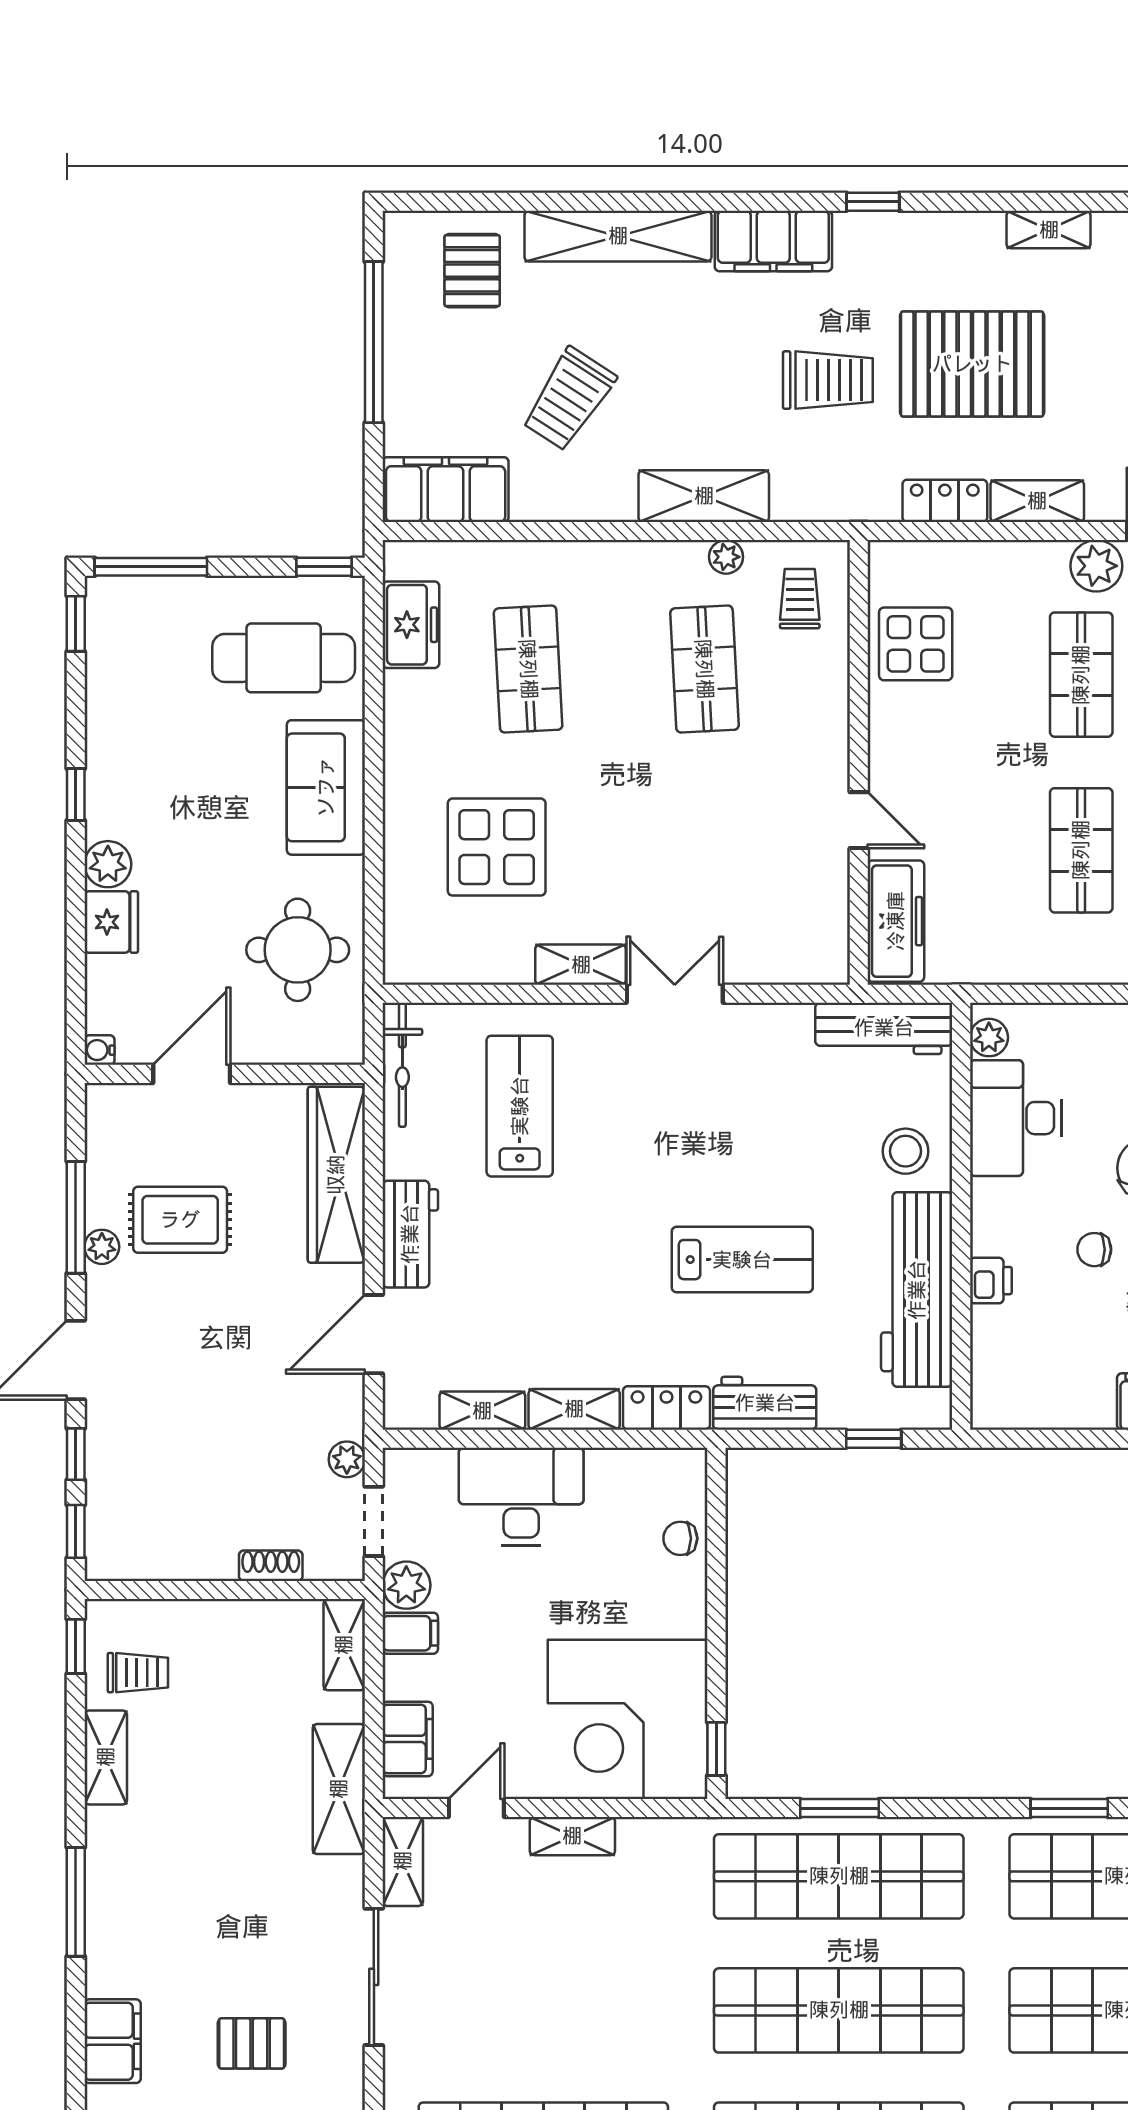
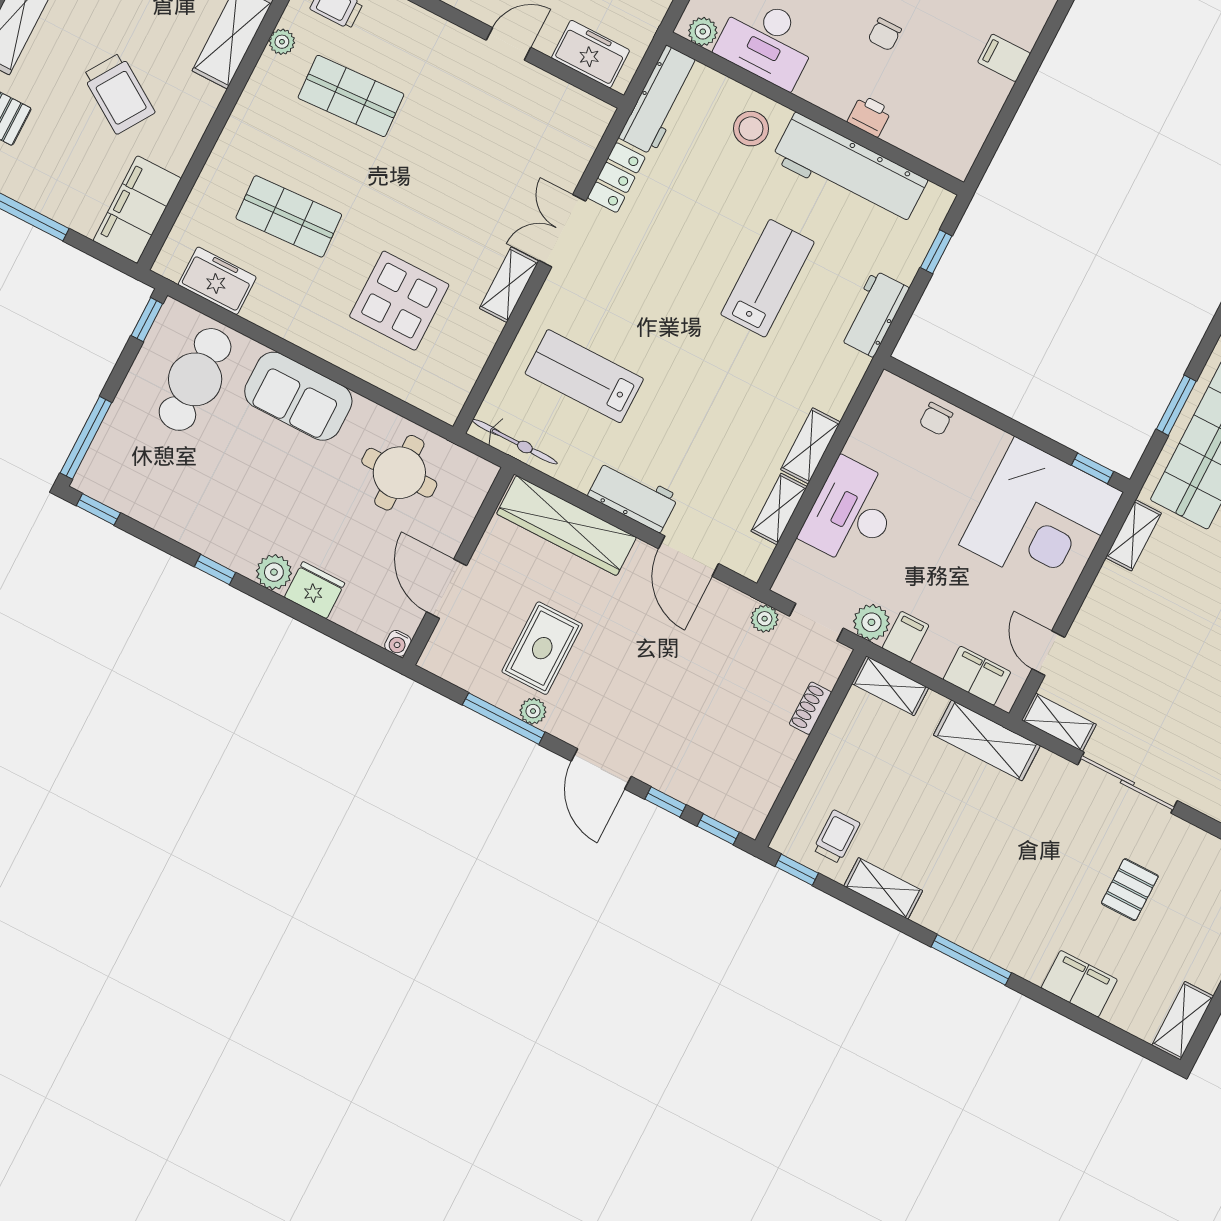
freezer: (896, 921) -> (591, 54), width x0.71
locker: (666, 1408) -> (616, 177), moved, turned 180
shelving: (572, 1836) -> (1133, 535), moved

